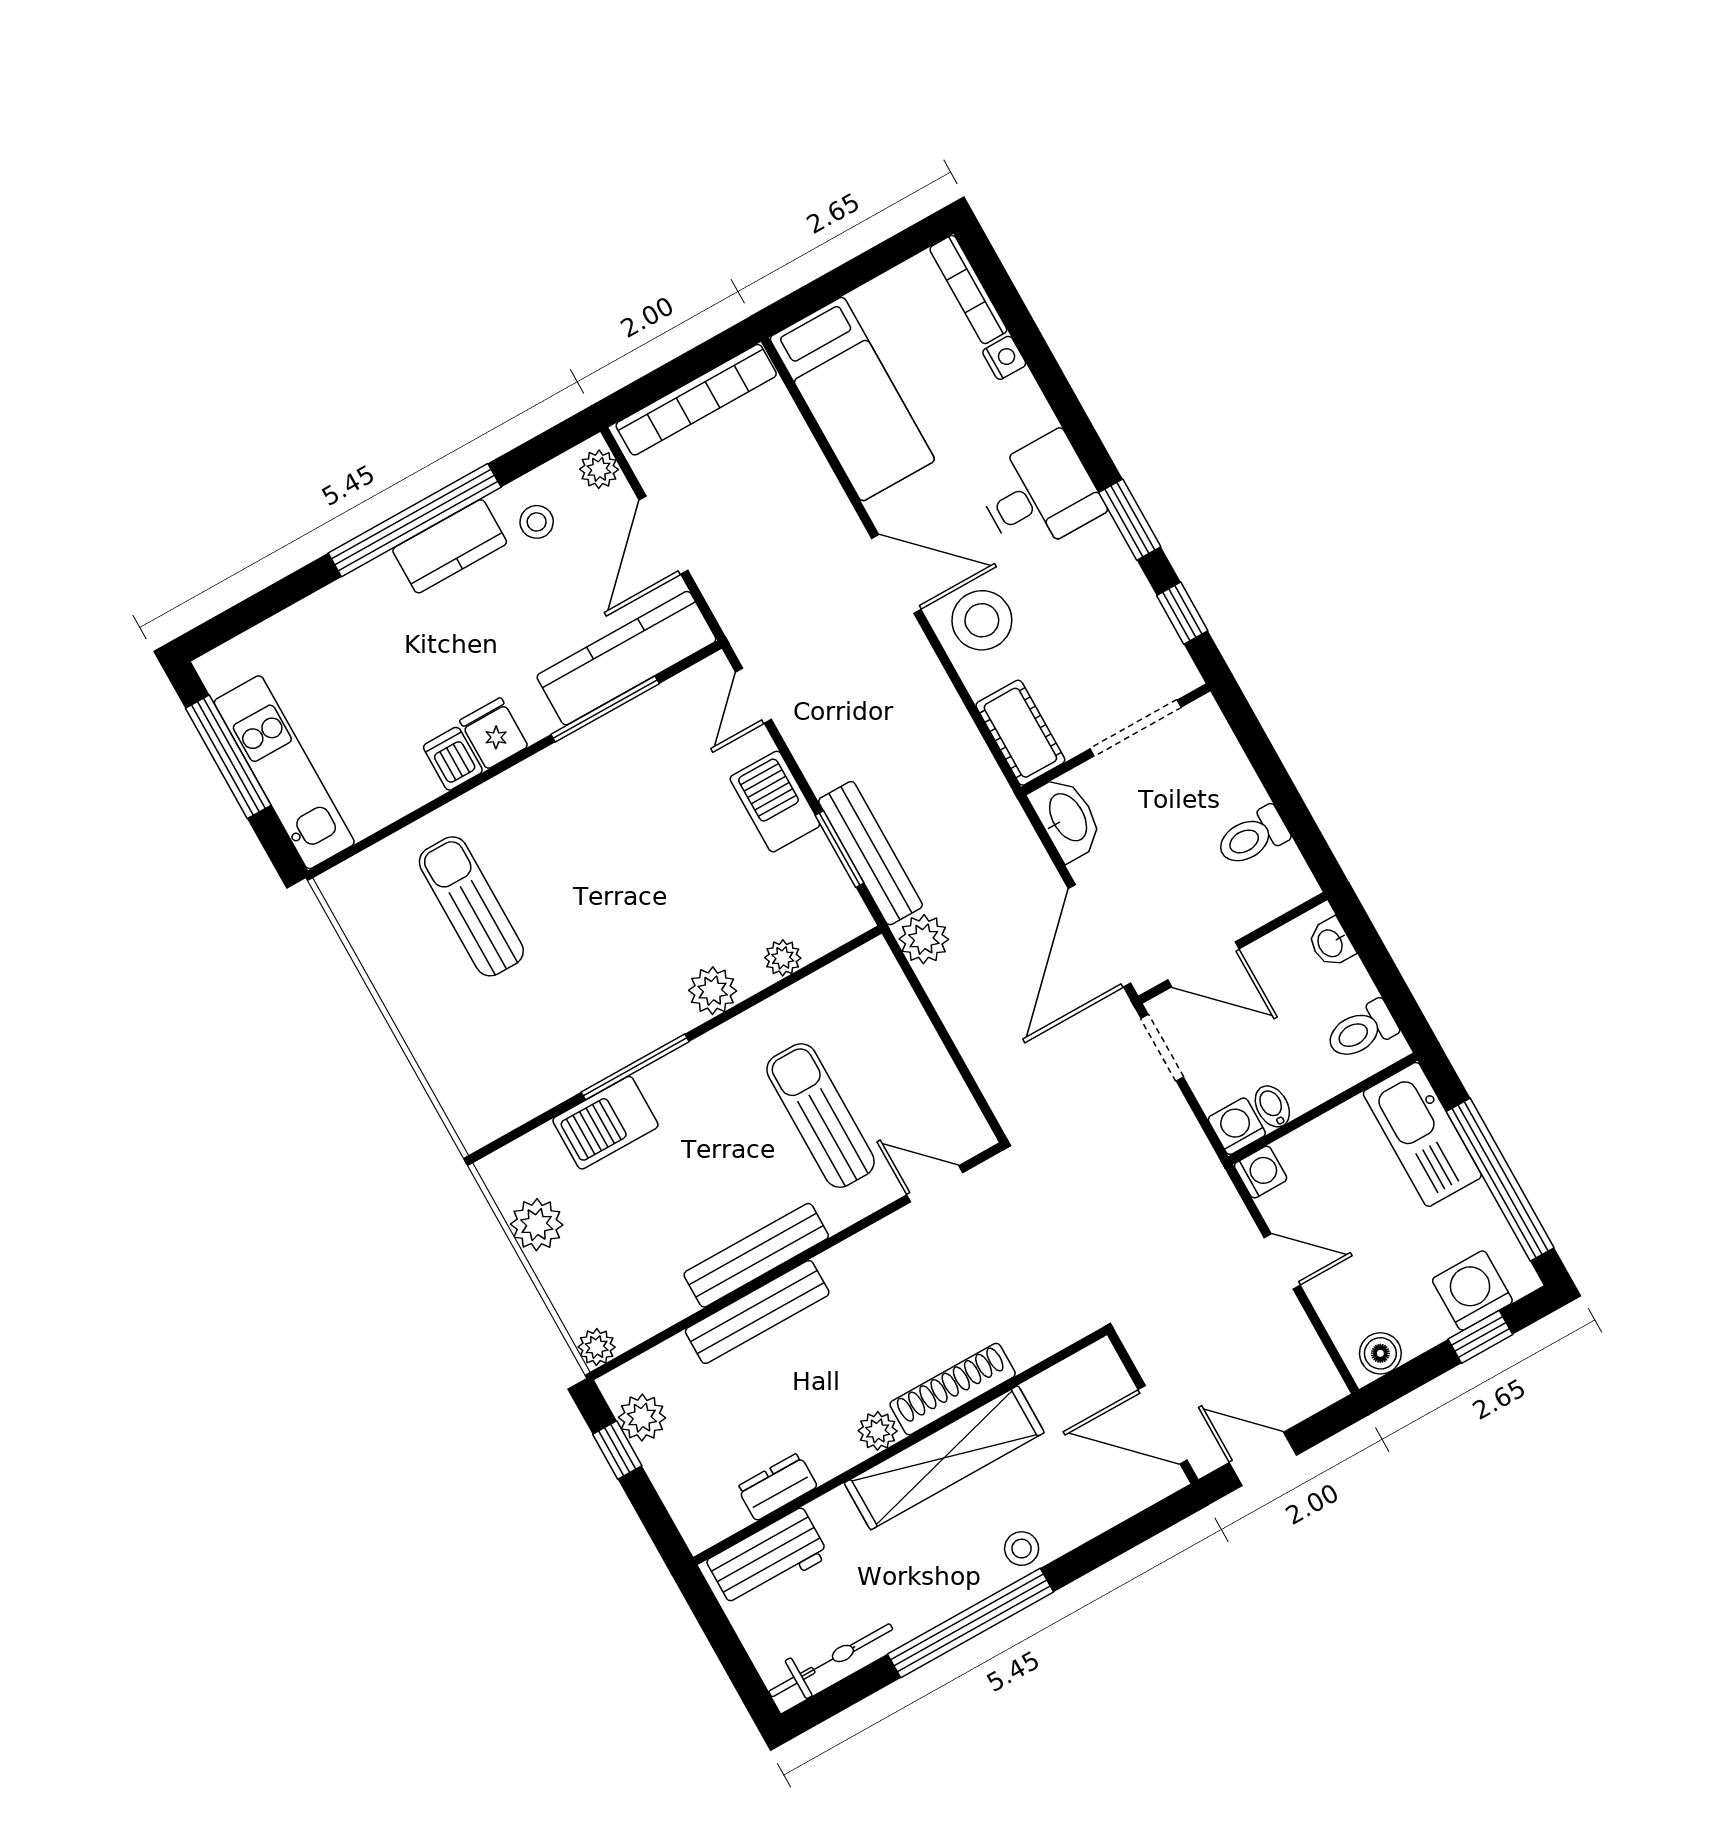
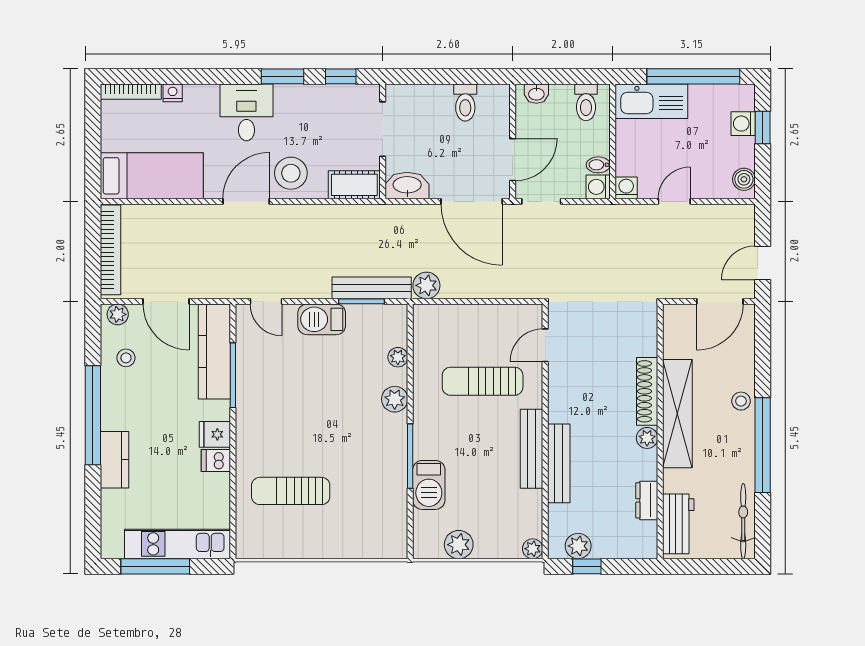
kitchen counter: (450, 546) -> (114, 460), moved
washing machine: (1472, 1291) -> (743, 124), width x0.73, depth x0.73

